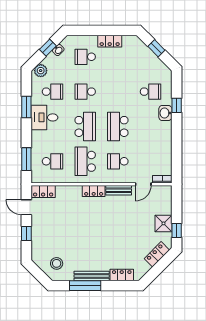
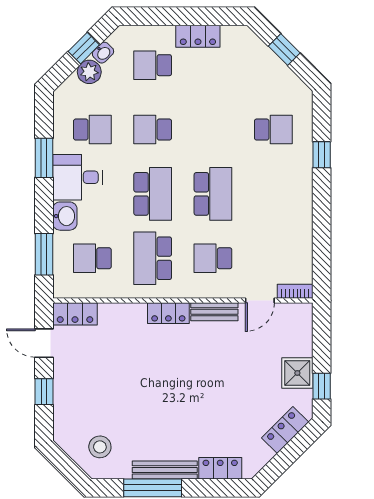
plant: (41, 71) -> (89, 72), moved
washbasin: (165, 113) -> (65, 216), moved, turned 180
school desk: (118, 126) -> (213, 194), turned 180
school desk: (53, 161) -> (92, 258), turned 180

